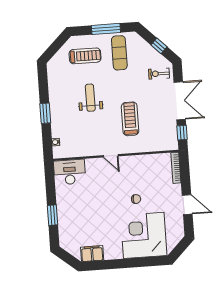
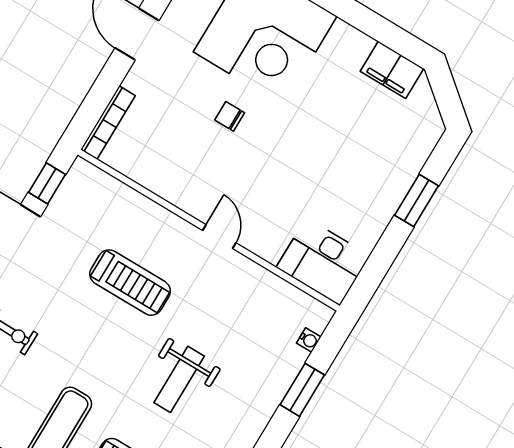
window: (45, 113) -> (302, 390), moved
treadmill: (130, 119) -> (130, 283), turned -90

